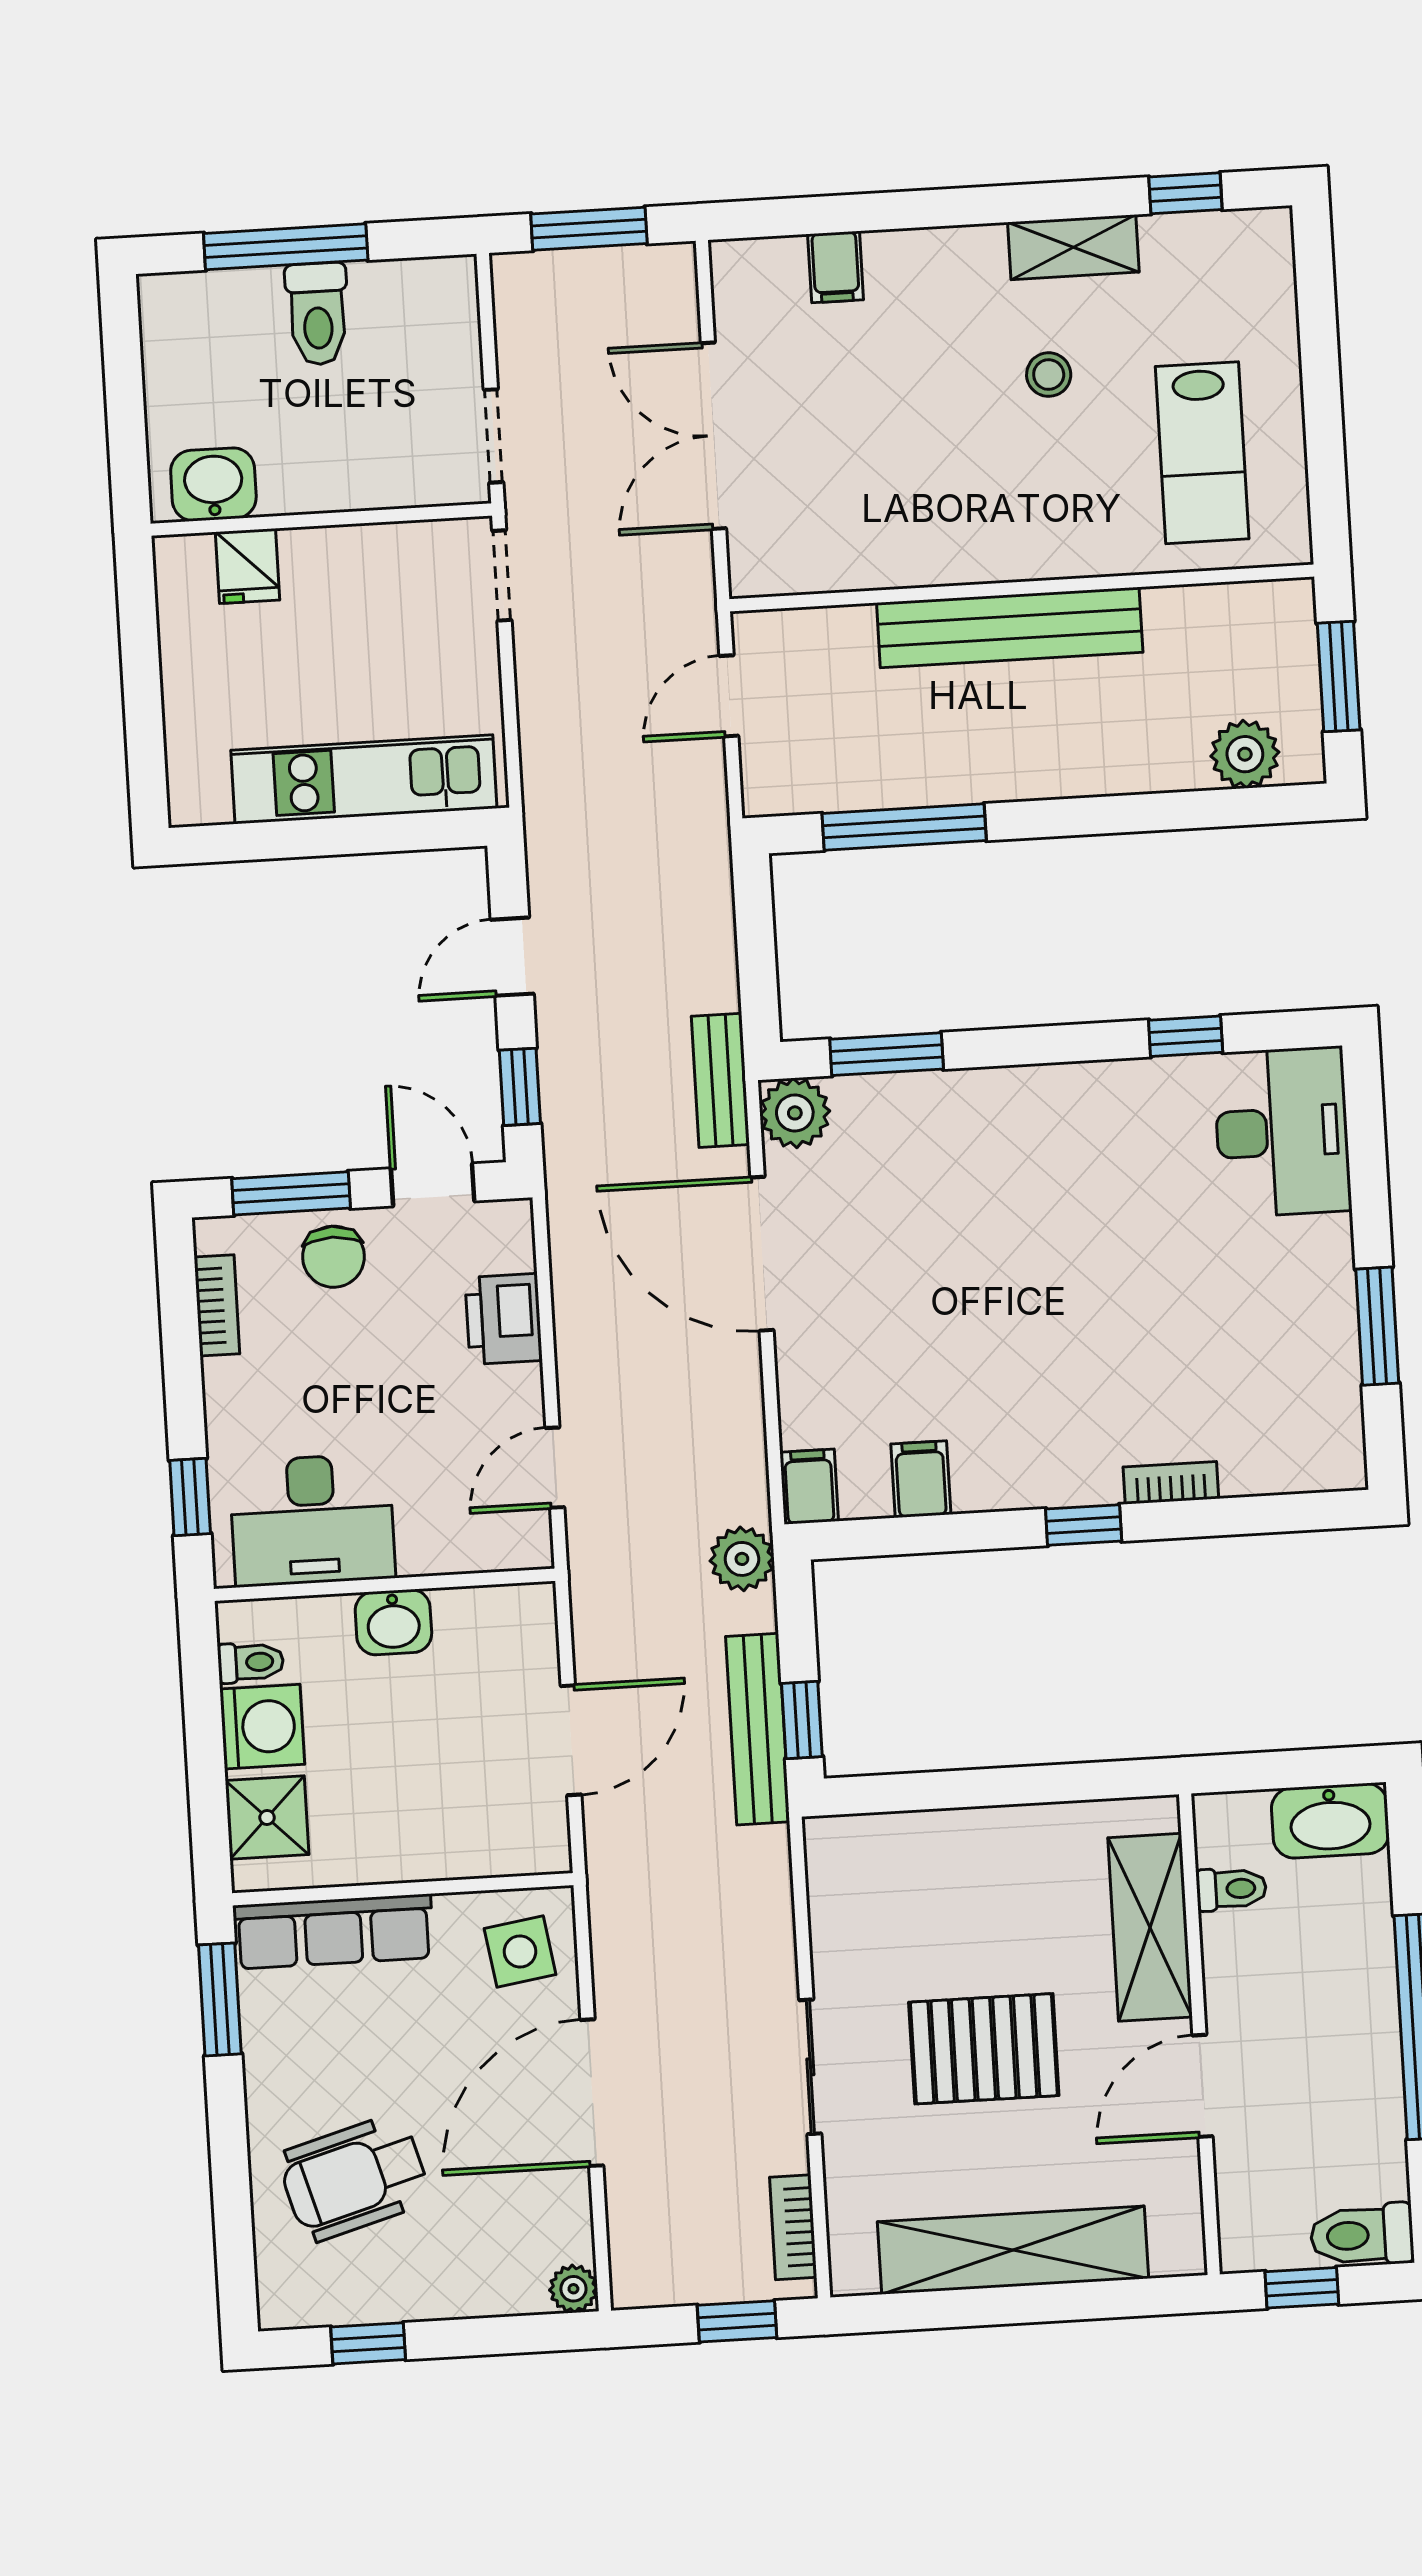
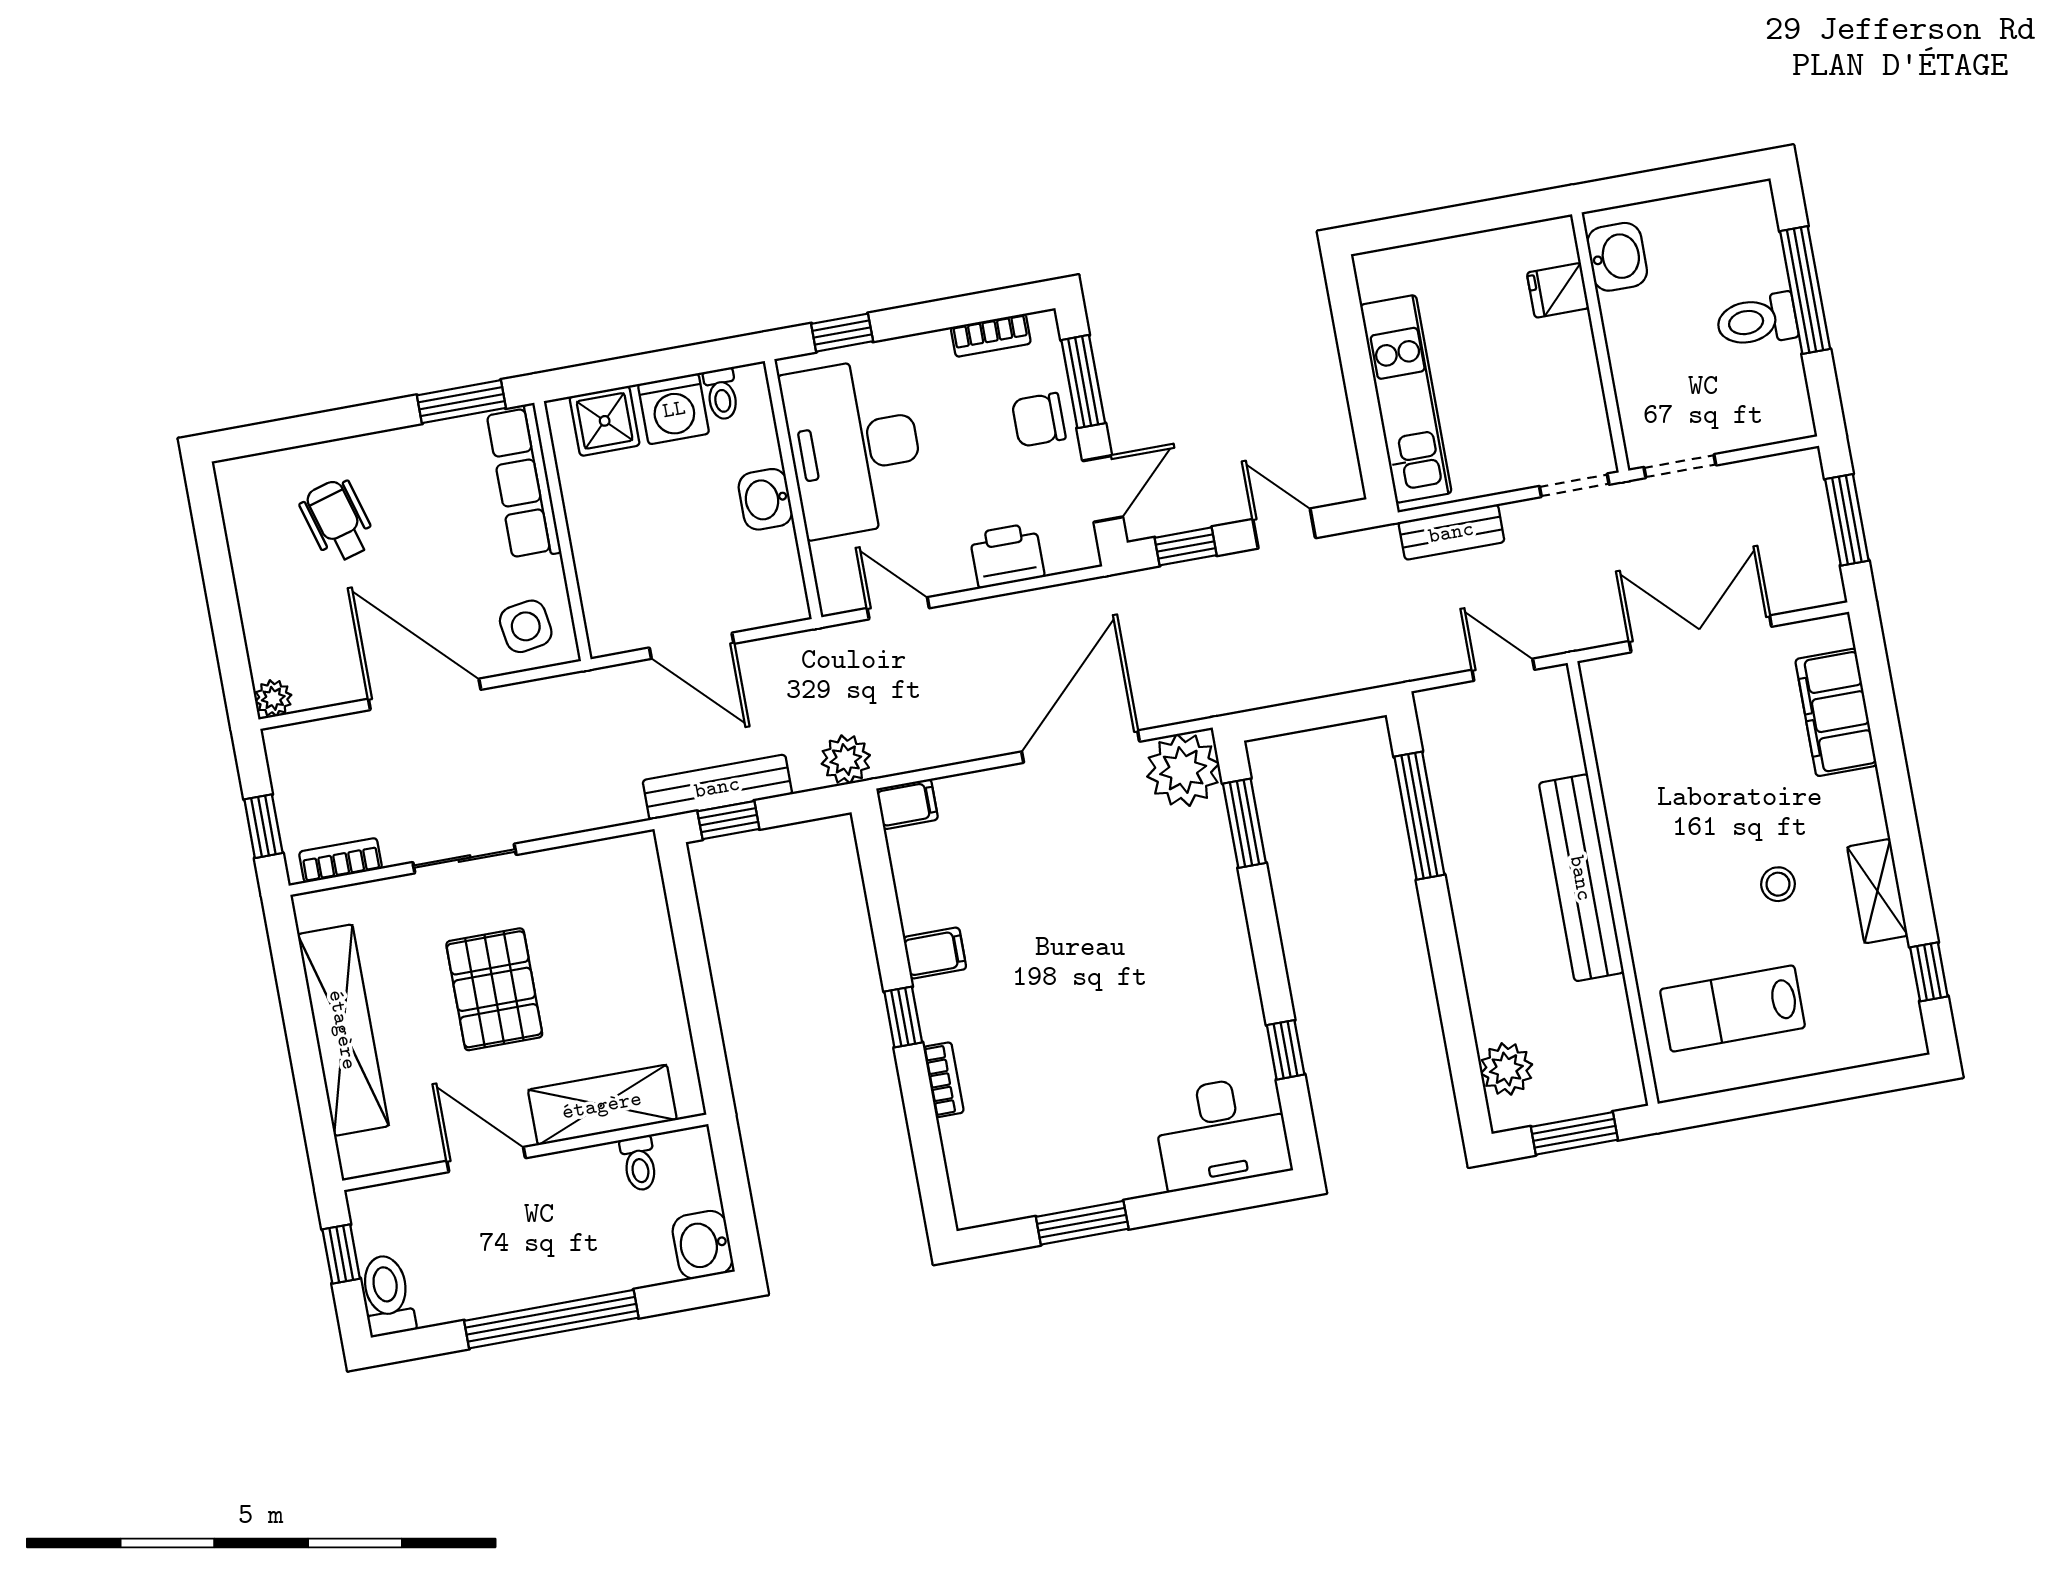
filing cabinet: (836, 267) -> (1836, 712), width x3.00, depth x1.17
bench: (720, 1080) -> (1451, 532), moved
plant: (795, 1113) -> (1183, 770), width x1.36, depth x1.36
filing cabinet: (921, 1479) -> (935, 953), moved
desk: (312, 1520) -> (854, 447), width x1.36, depth x1.30
washbasin: (1330, 1821) -> (703, 1245), width x0.72
wheelchair: (354, 2178) -> (338, 521), width x0.73, depth x0.73
window: (368, 2343) -> (213, 547), removed

